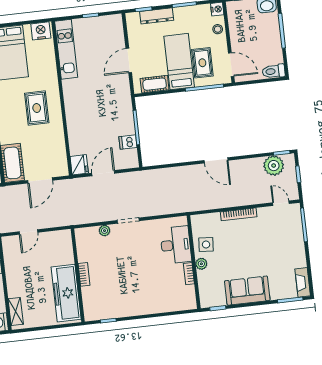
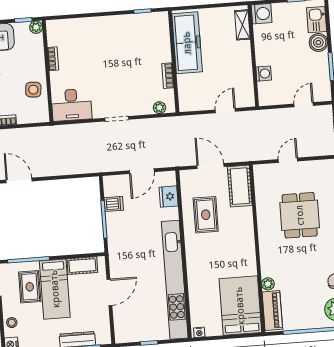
nightstand: (41, 31) -> (199, 332), width x0.53, depth x0.56
kitchen unit: (66, 49) -> (175, 280), width x1.86
rug: (37, 108) -> (206, 215), moved
fridge: (79, 165) -> (169, 197), moved
door: (40, 180) -> (211, 166), hinge flipped
plant: (105, 231) -> (160, 108), moved
desk: (176, 245) -> (72, 105), moved, turned -90
plant: (201, 264) -> (36, 27), moved
bookcase: (84, 274) -> (168, 76), moved

